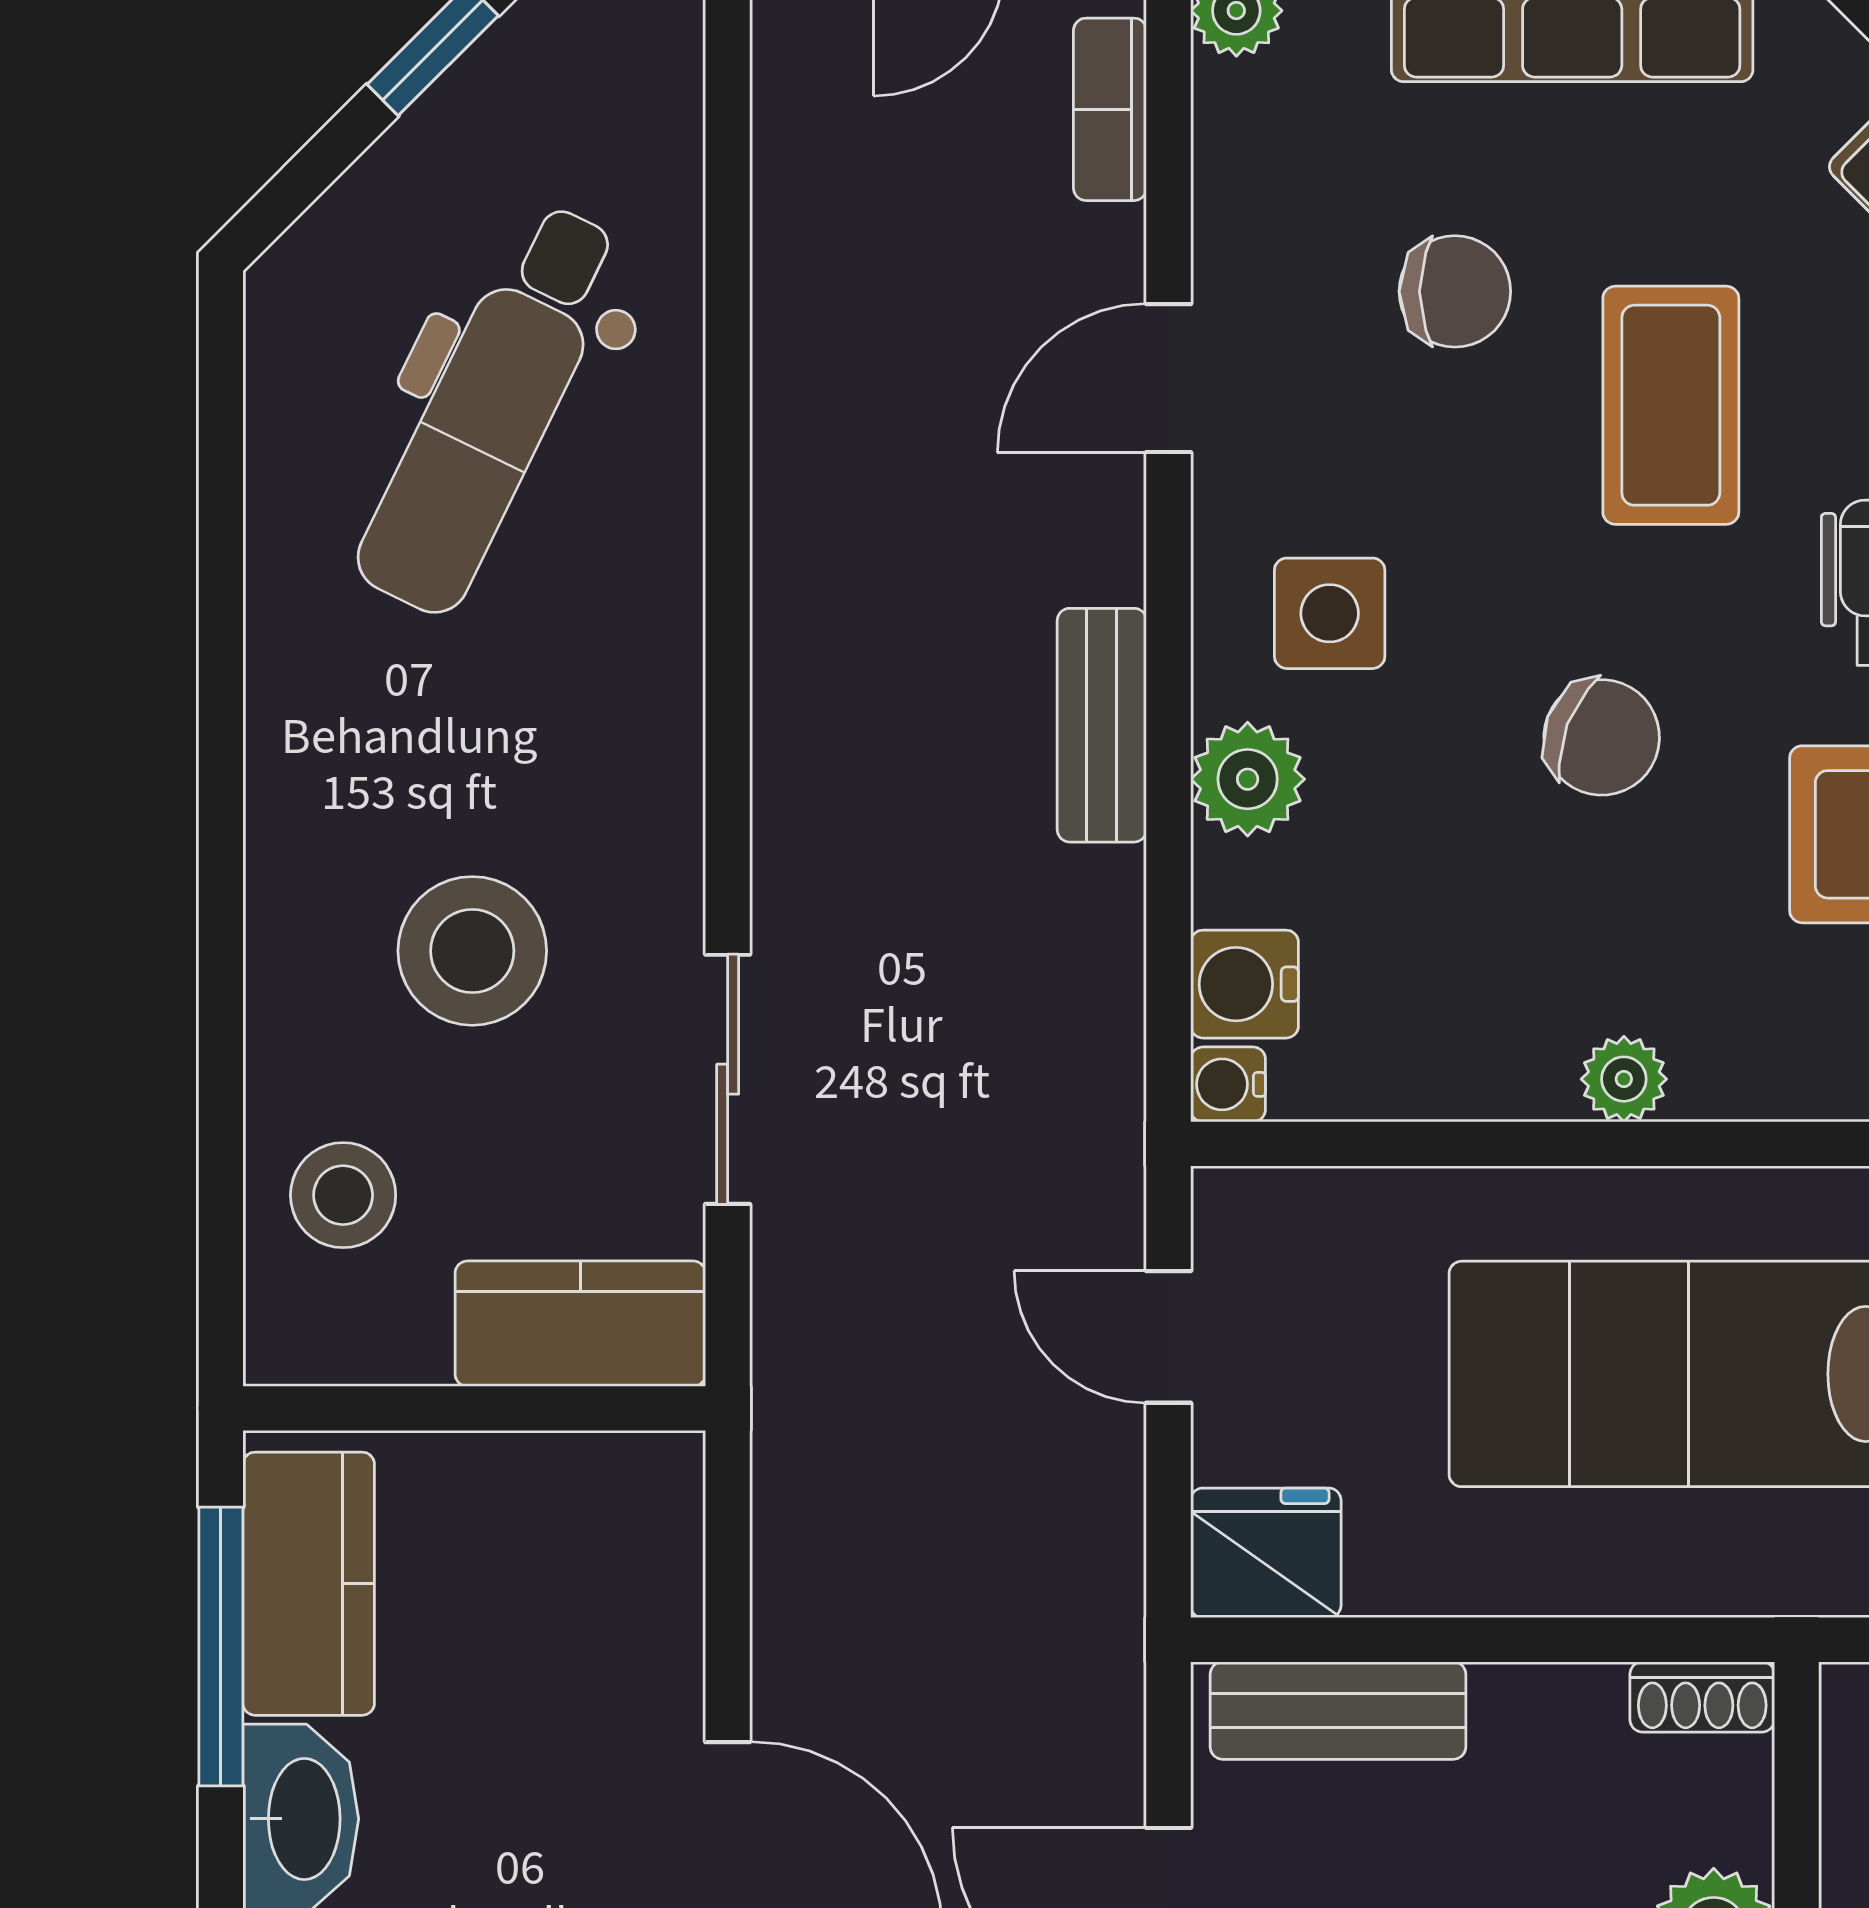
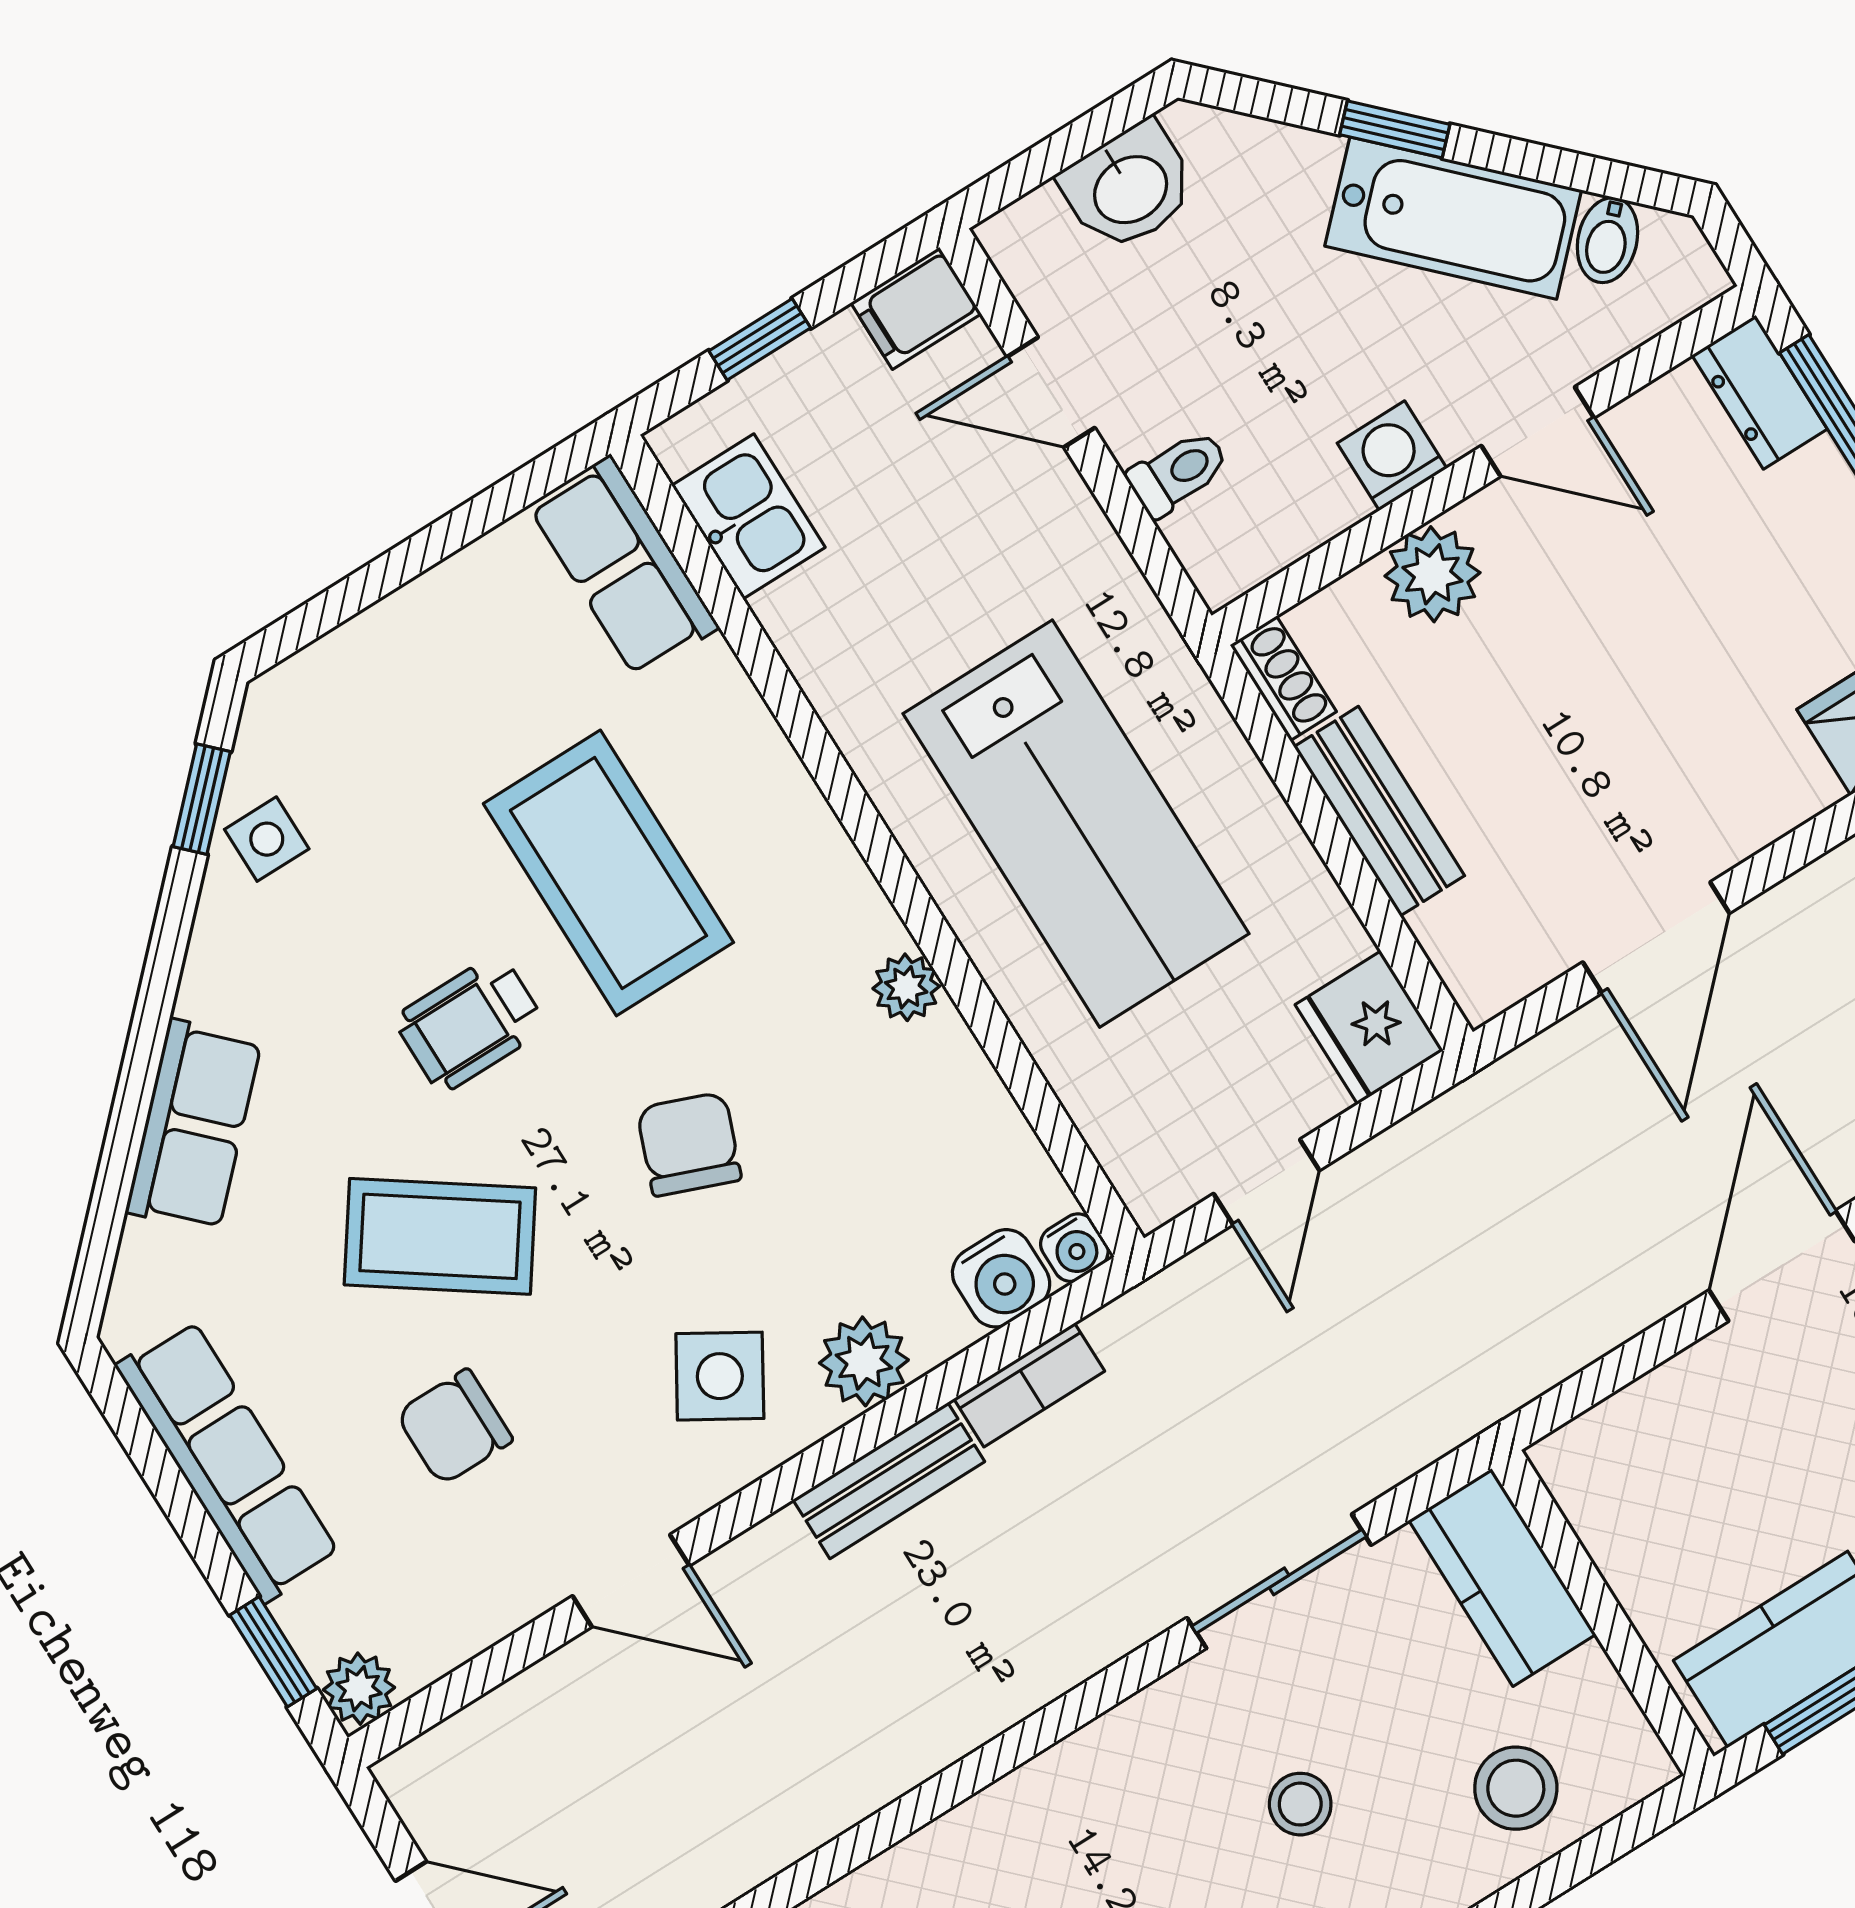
bookcase: (1110, 109) -> (1029, 1385), moved
chair: (1455, 291) -> (454, 1427), turned -90
coffee table: (1671, 405) -> (440, 1236), turned 35
side table: (1330, 613) -> (720, 1376), turned 31
stool: (472, 951) -> (1300, 1804), width x0.53, depth x0.53
bench: (1338, 1711) -> (1379, 811), moved

